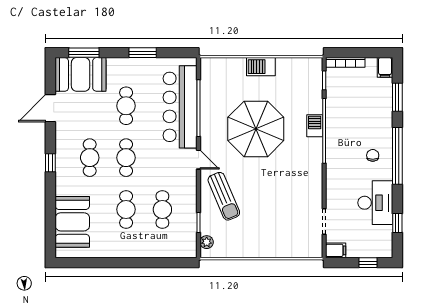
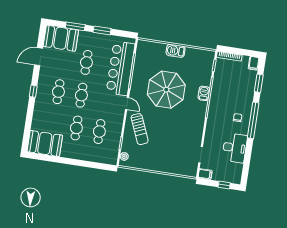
window: (84, 53) -> (75, 26), moved
booth: (72, 222) -> (45, 143), moved, turned 90
window: (397, 223) -> (247, 163), removed

